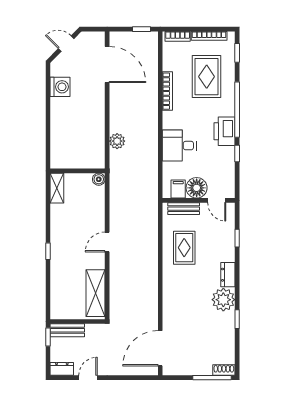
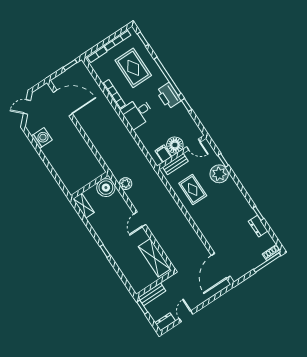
plant: (117, 141) -> (126, 184), moved
desk: (179, 146) -> (137, 113), moved
boiler: (99, 179) -> (106, 188), width x1.86, depth x1.86
dresser: (228, 275) -> (258, 226), moved
plant: (223, 300) -> (219, 174), moved

